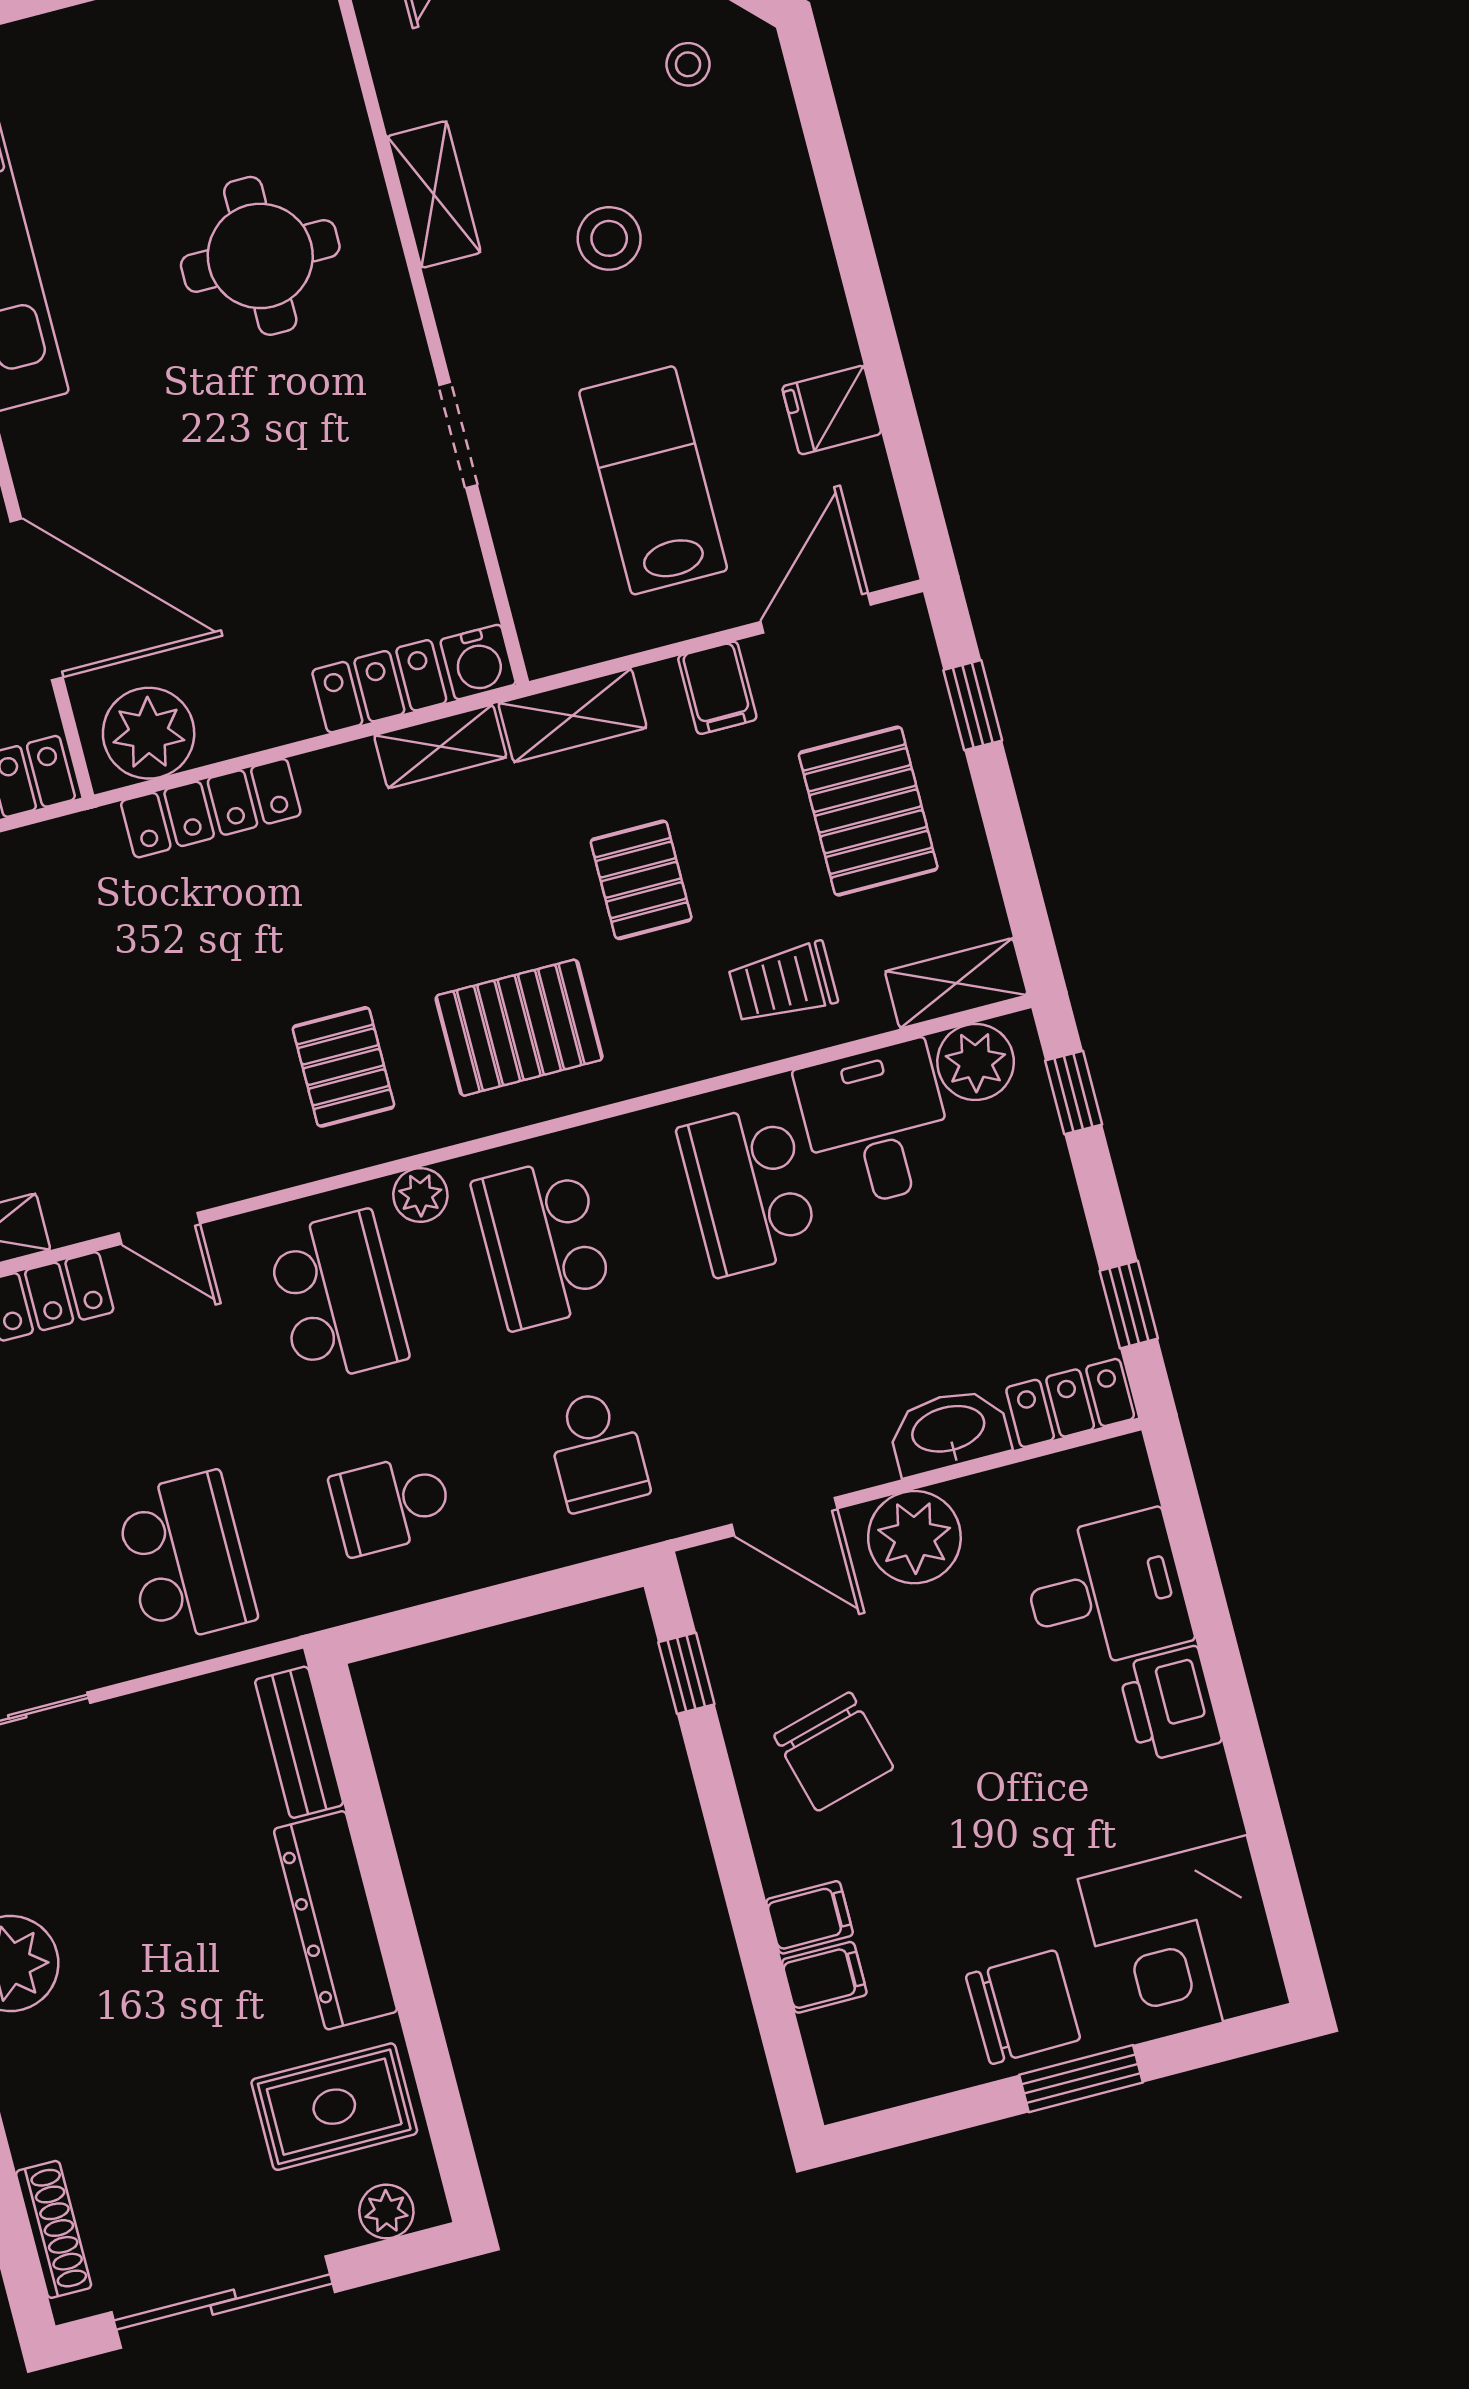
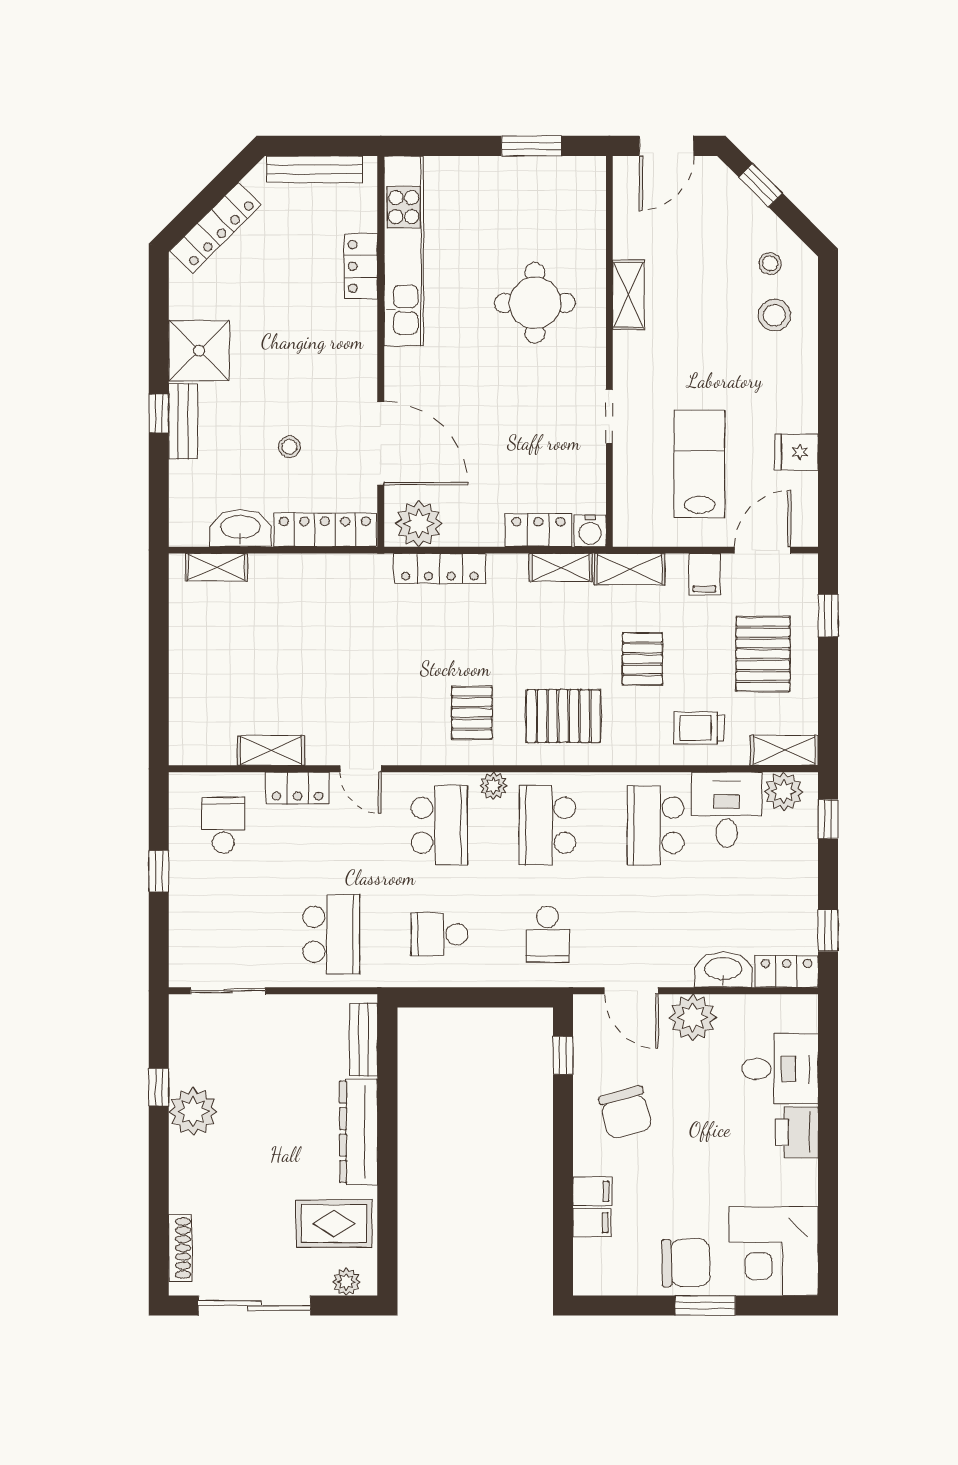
stool: (609, 238) -> (774, 315), moved

